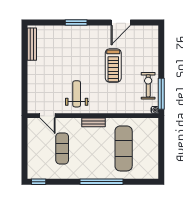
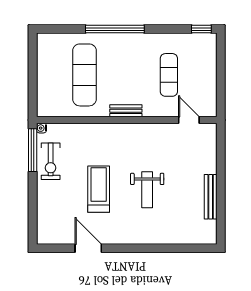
window: (76, 22) -> (150, 248), removed
door: (121, 22) -> (88, 248), hinge flipped
bench: (32, 44) -> (211, 197), moved
weight bench: (77, 94) -> (147, 190), moved

